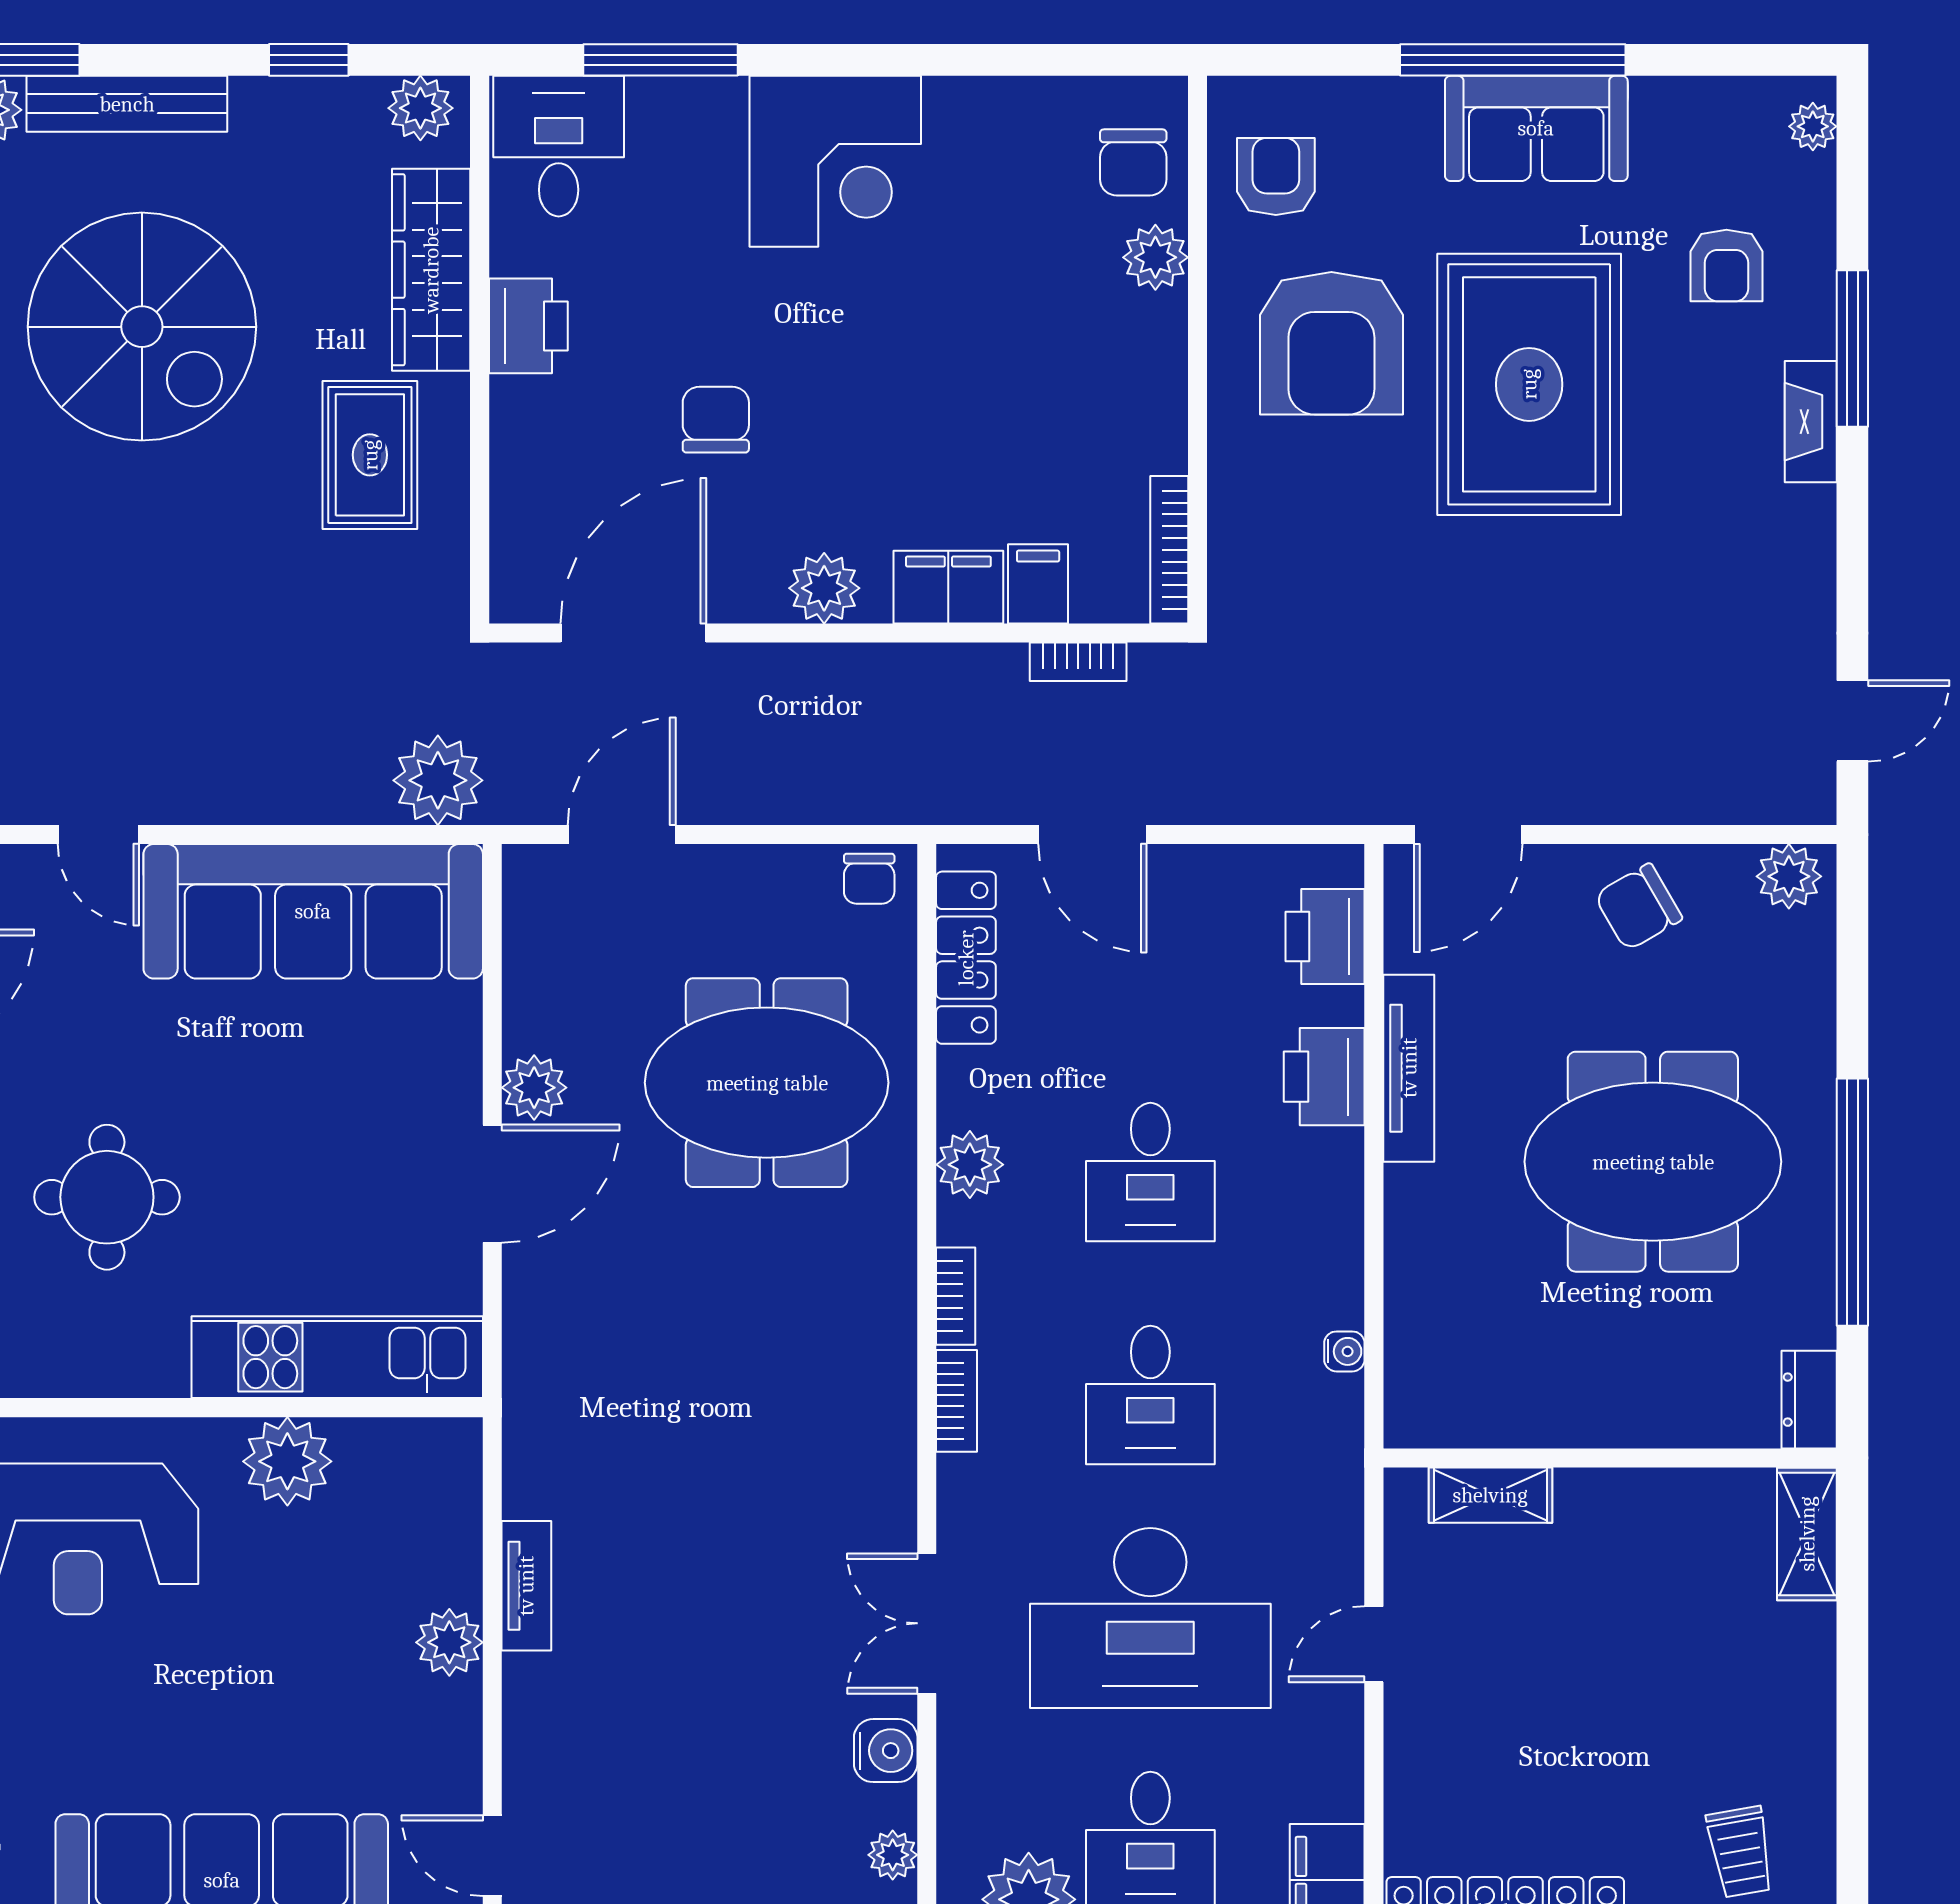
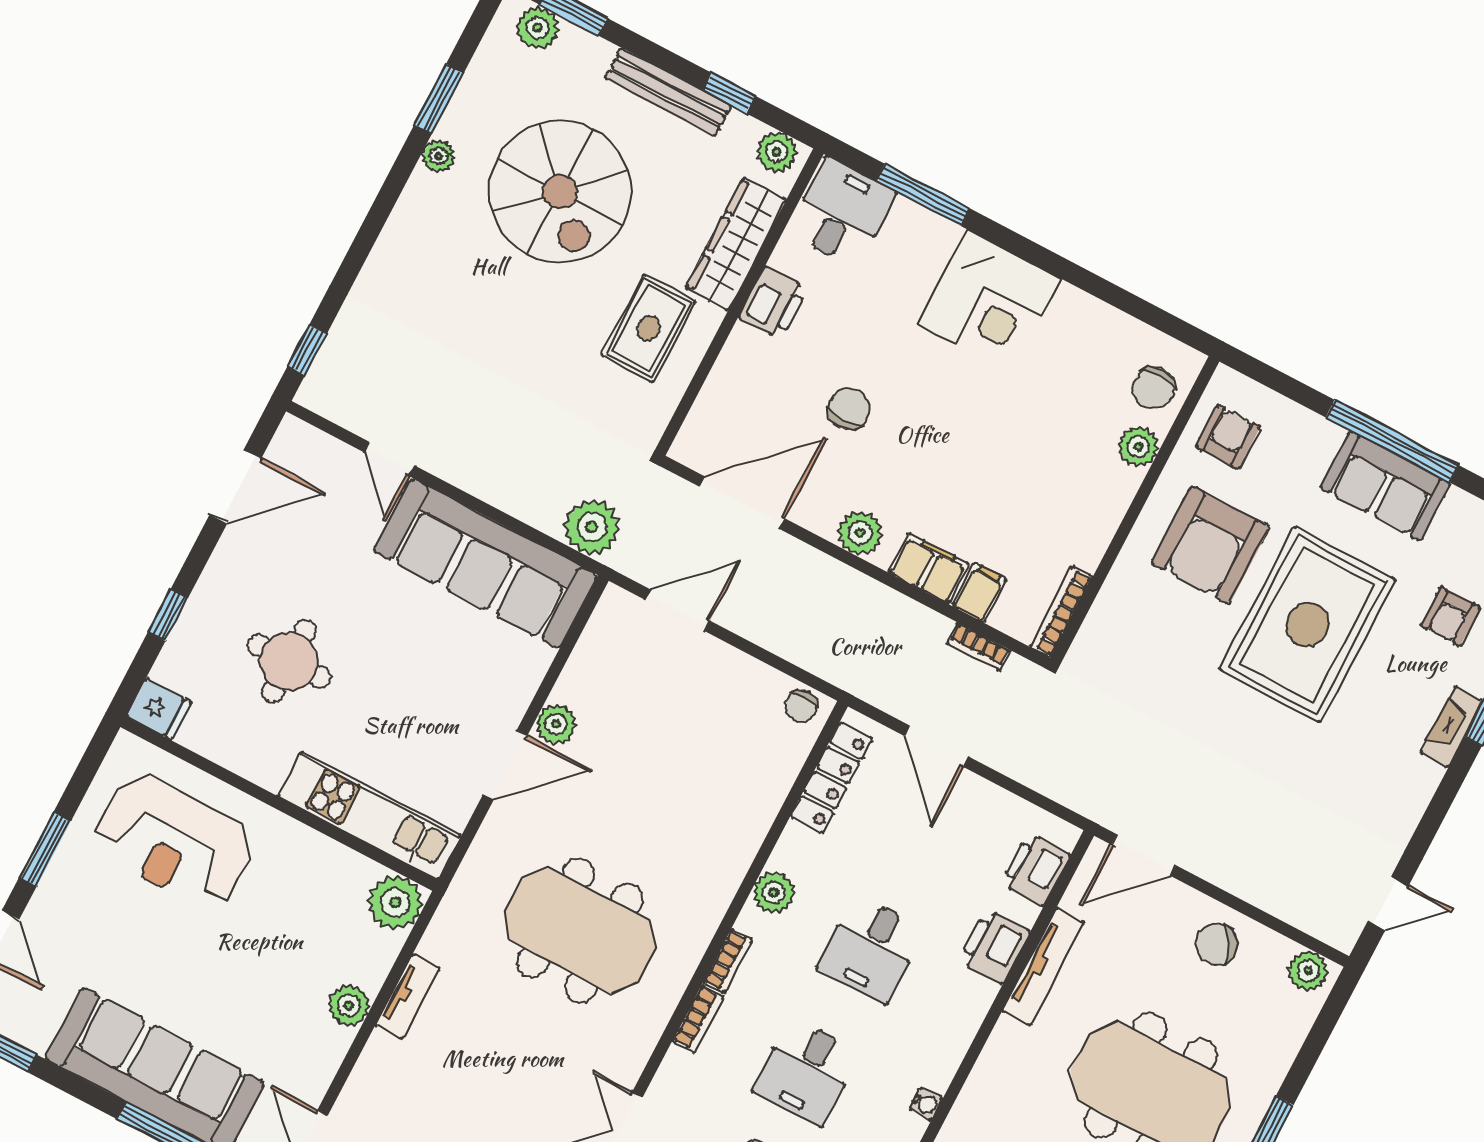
bench: (127, 104) -> (668, 92), moved
meeting table: (767, 1083) -> (580, 930), moved
plant: (287, 1461) -> (395, 902), moved

